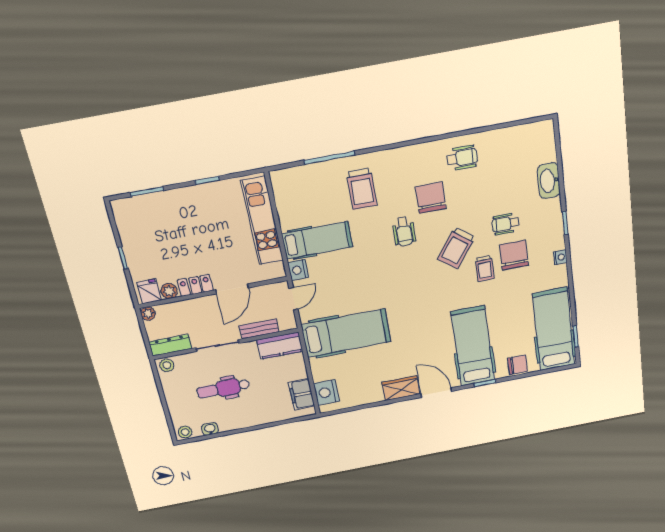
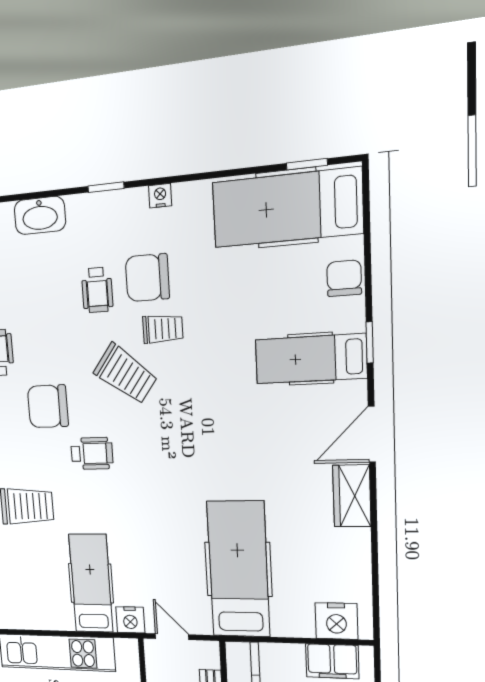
hospital bed: (473, 346) -> (311, 359), width x0.73, depth x0.78

